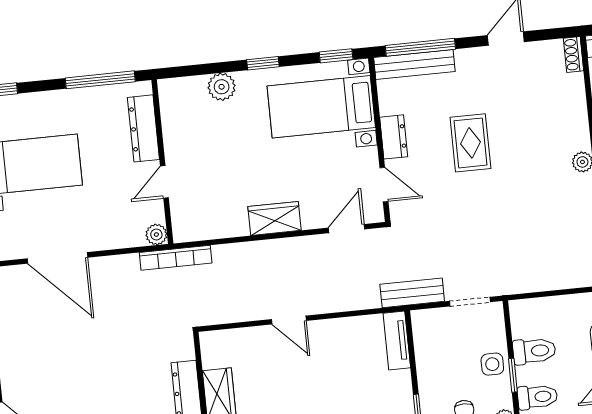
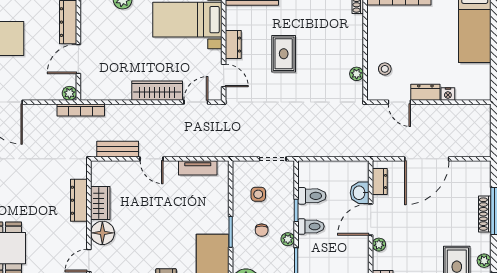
door: (164, 182) -> (78, 59), width x1.38
wardrobe: (274, 218) -> (157, 91), width x1.50
bench: (412, 293) -> (118, 149), moved
tv unit: (397, 340) -> (198, 168), moved, turned -90
side table: (492, 364) -> (258, 194), moved

